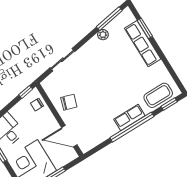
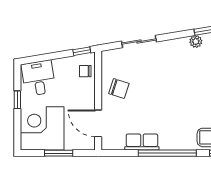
row of seats: (129, 118) -> (142, 142), moved

